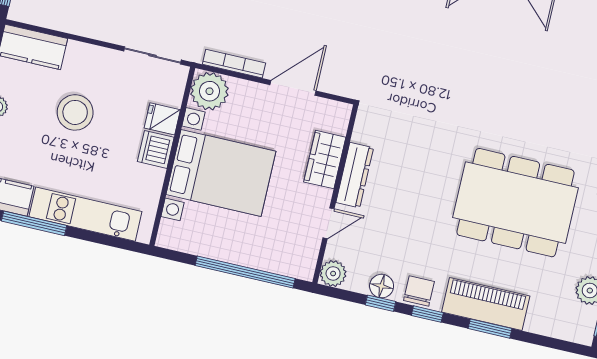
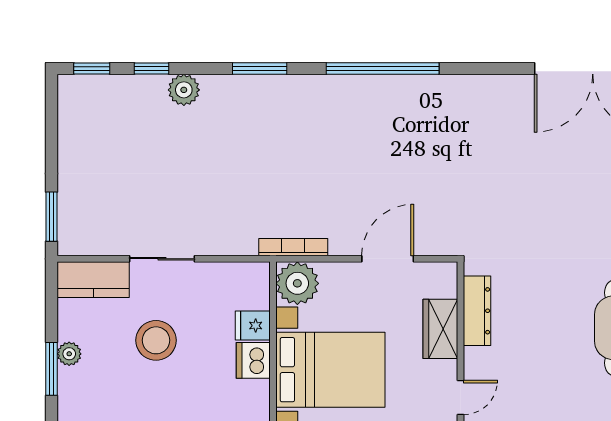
sliding door: (152, 55) -> (162, 259), moved
bookcase: (234, 64) -> (293, 247), moved
dresser: (355, 175) -> (477, 311), moved

